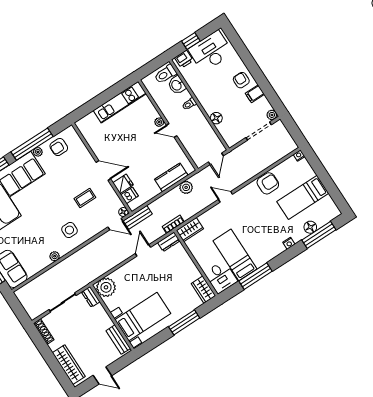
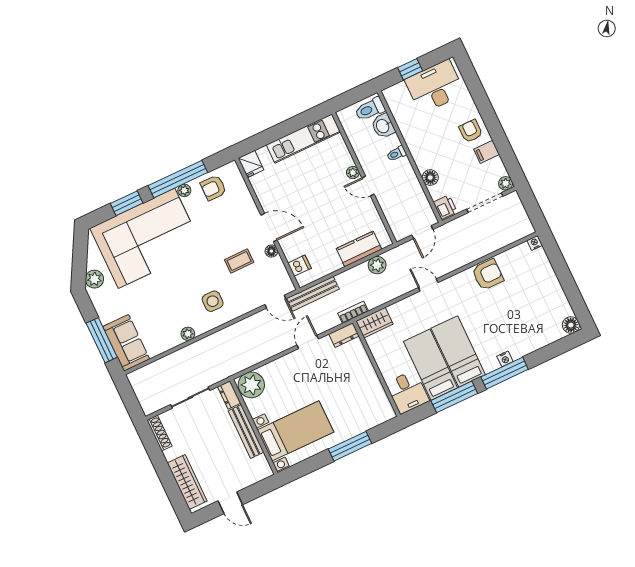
printer: (184, 59) -> (445, 207), moved, turned -90
fridge: (123, 184) -> (251, 164), moved, turned 90
bed: (303, 197) -> (458, 351), moved, turned 90
floor lamp: (123, 212) -> (271, 251), moved
bench: (138, 217) -> (313, 294), width x1.36
floor lamp: (310, 227) -> (571, 325), moved
window: (319, 235) -> (505, 373), moved
wardrobe: (203, 290) -> (382, 406), removed
bench: (118, 340) -> (246, 431), moved, width x1.36

